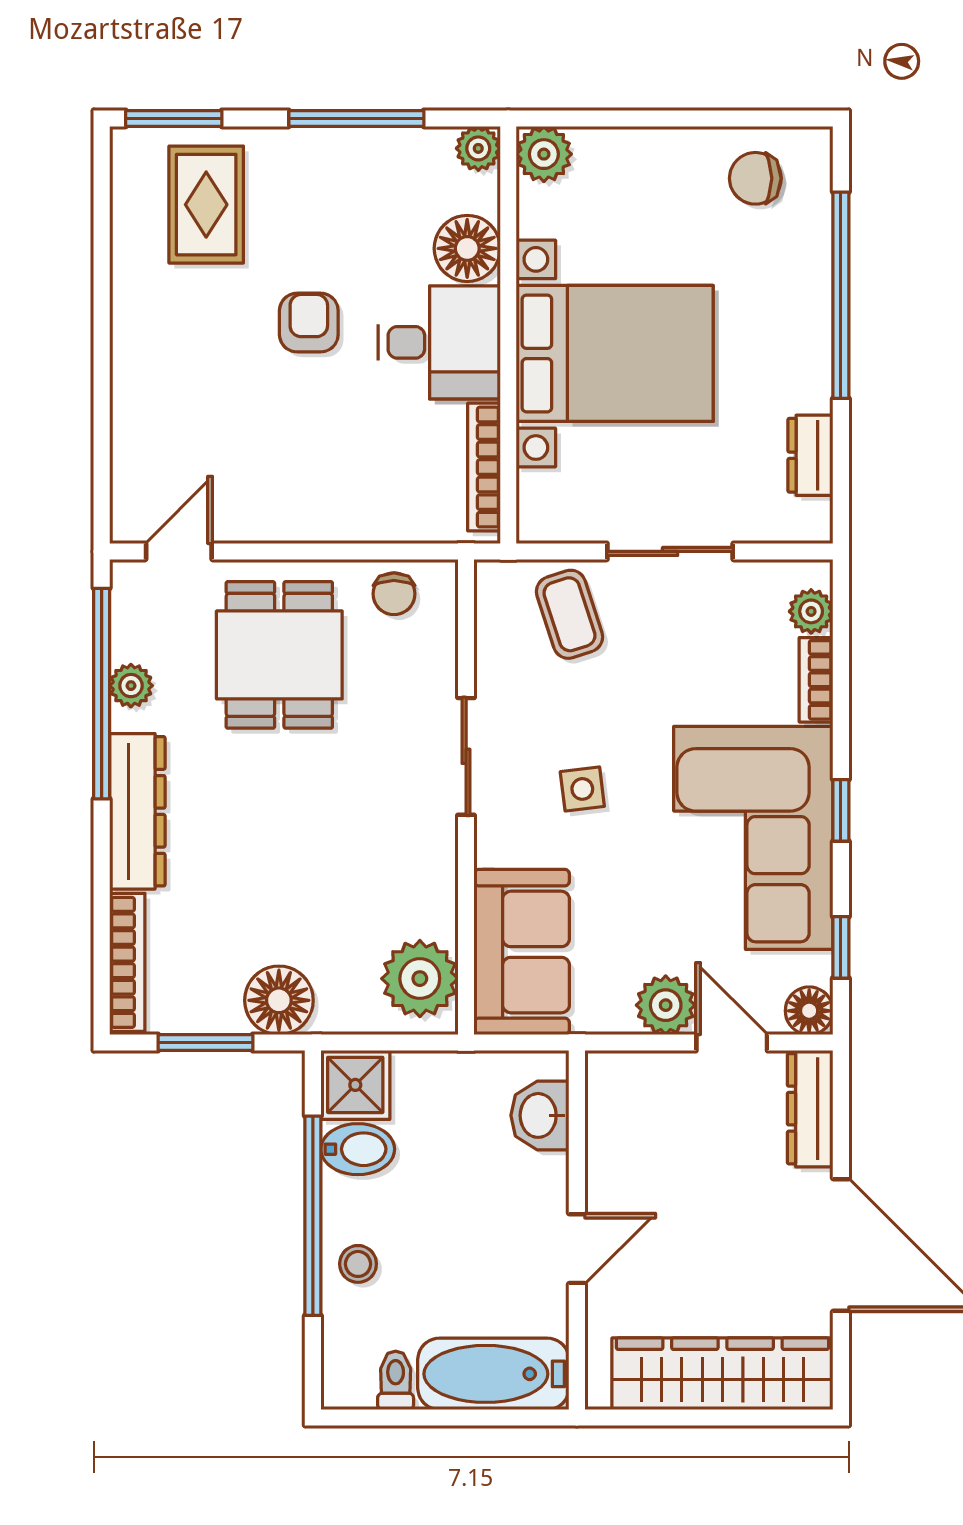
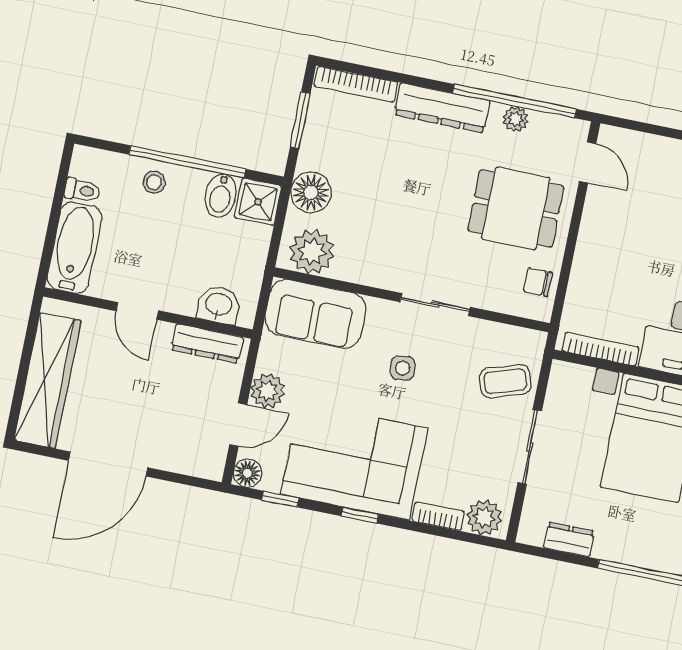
plant: (811, 611) -> (484, 518), width x1.38, depth x1.38
floor lamp: (279, 1000) -> (311, 192), moved
dresser: (810, 1109) -> (207, 343), moved, turned 180

